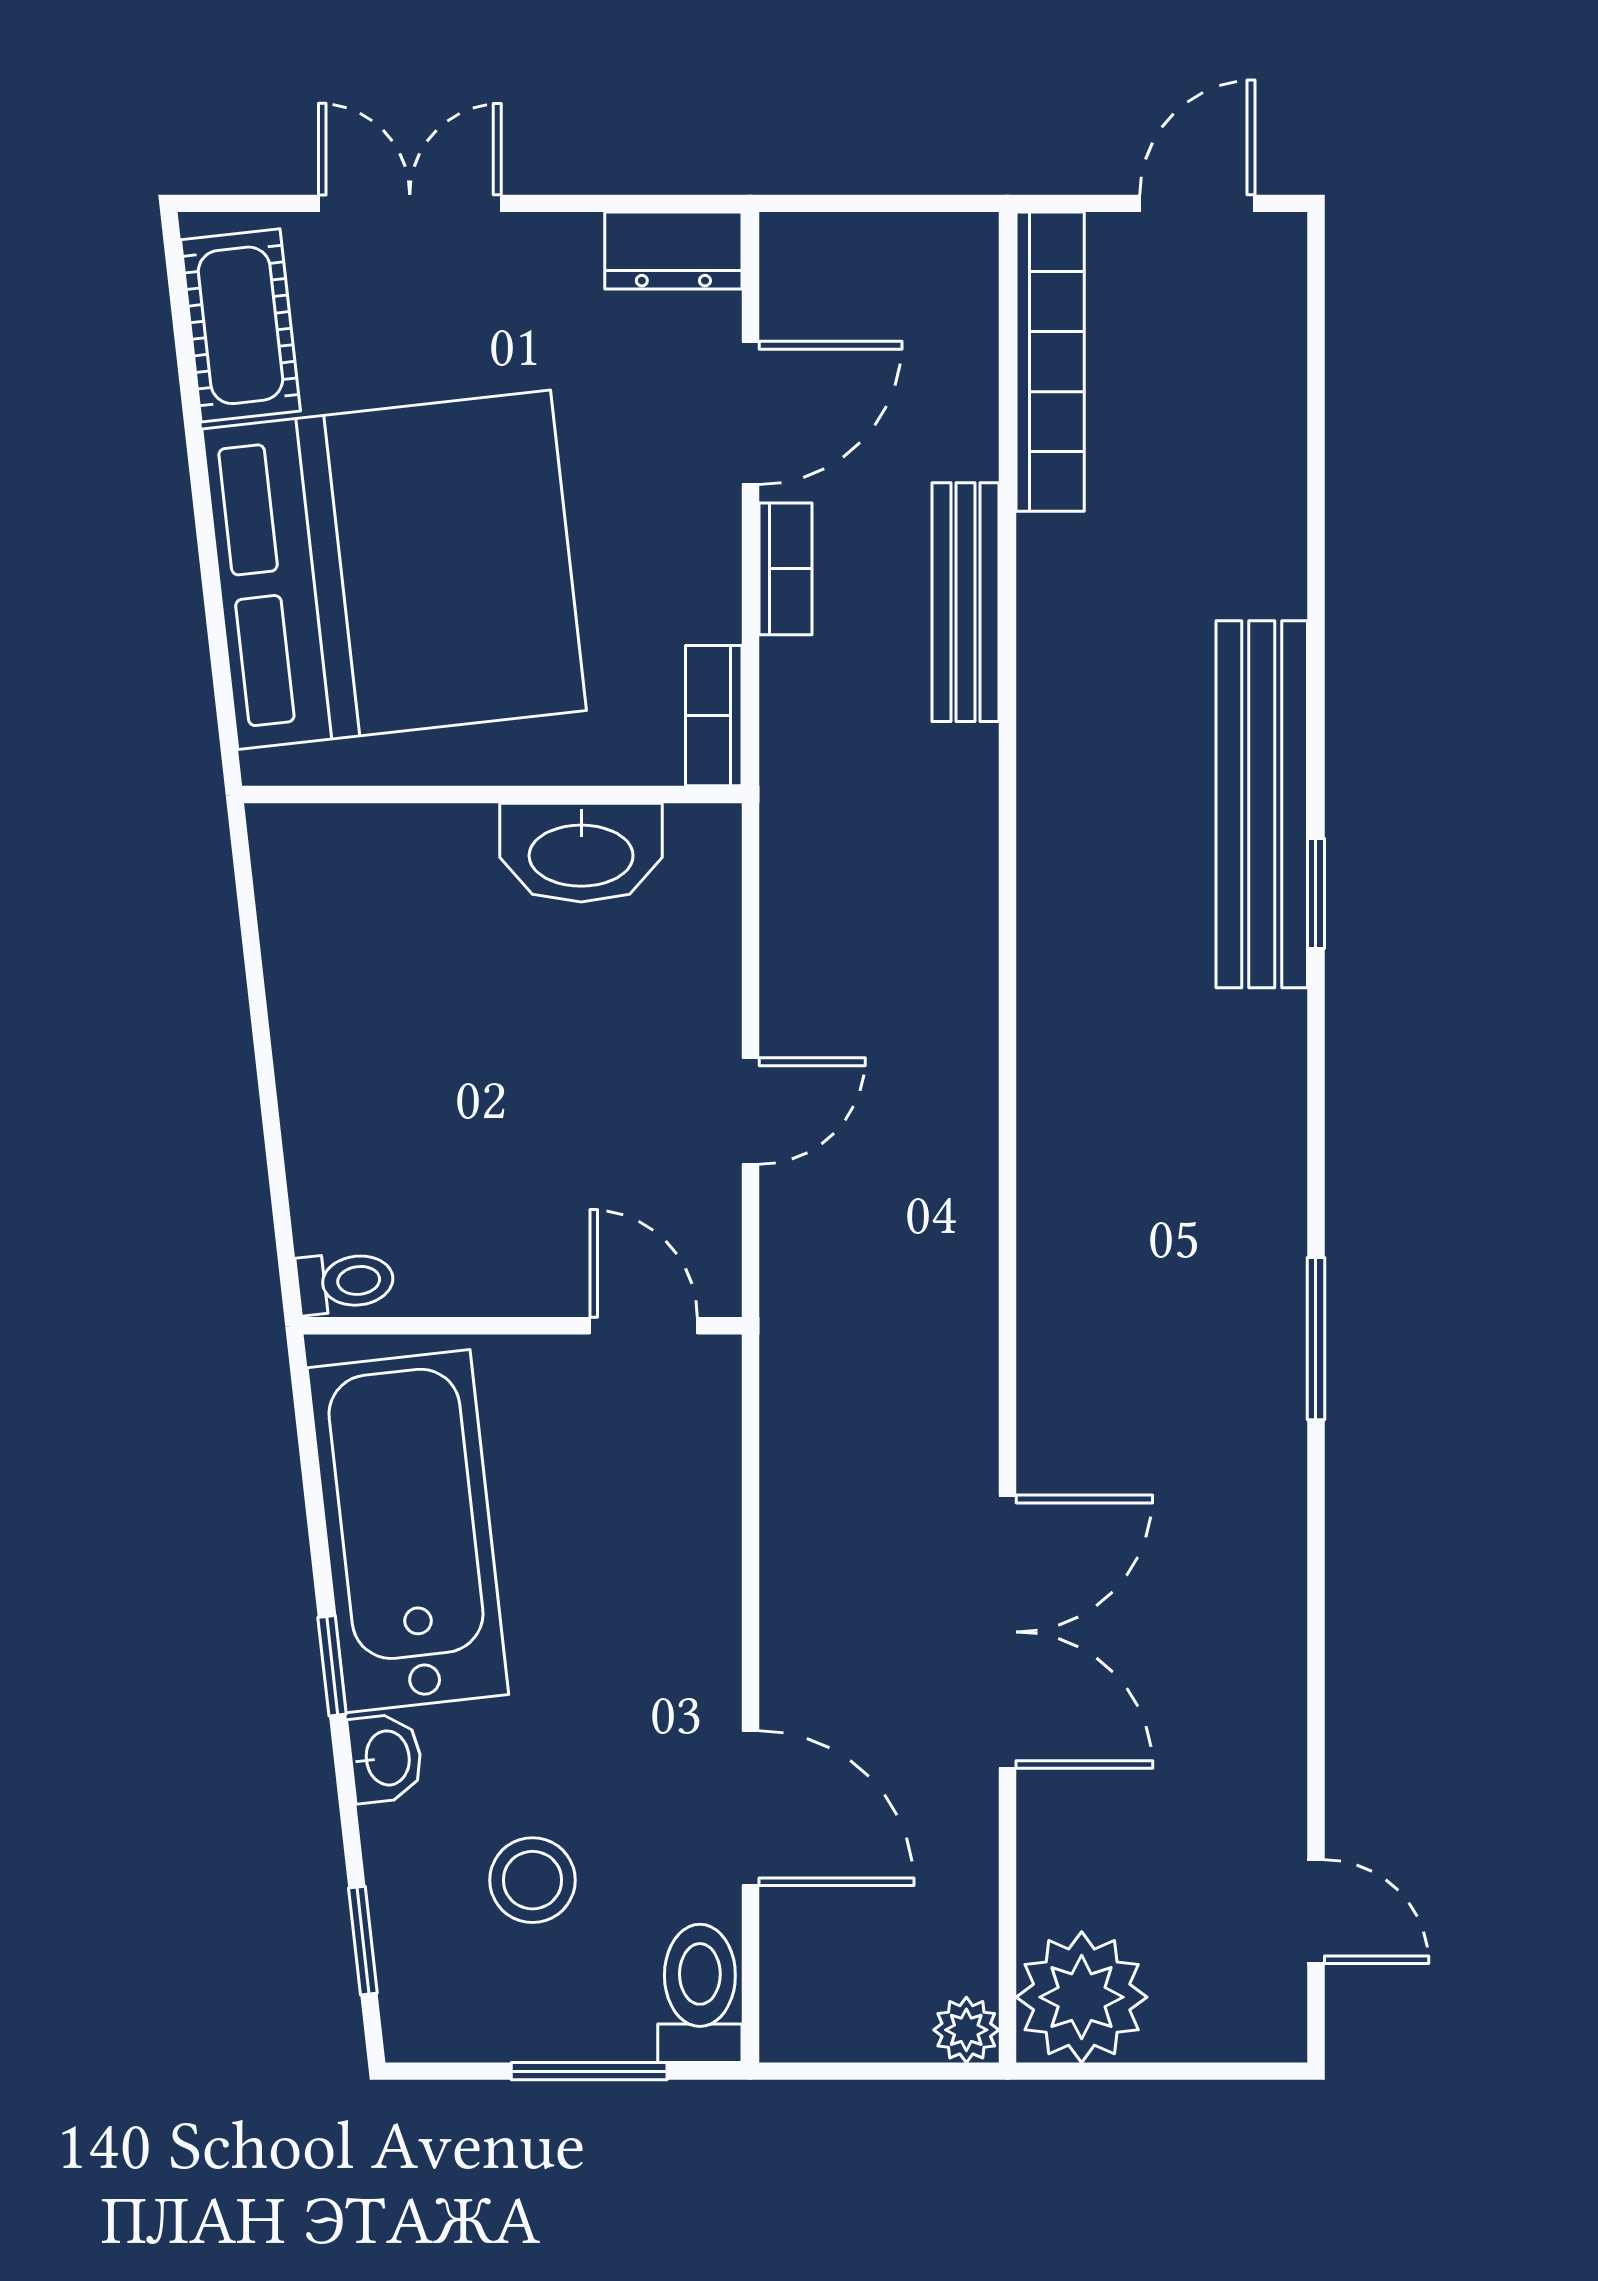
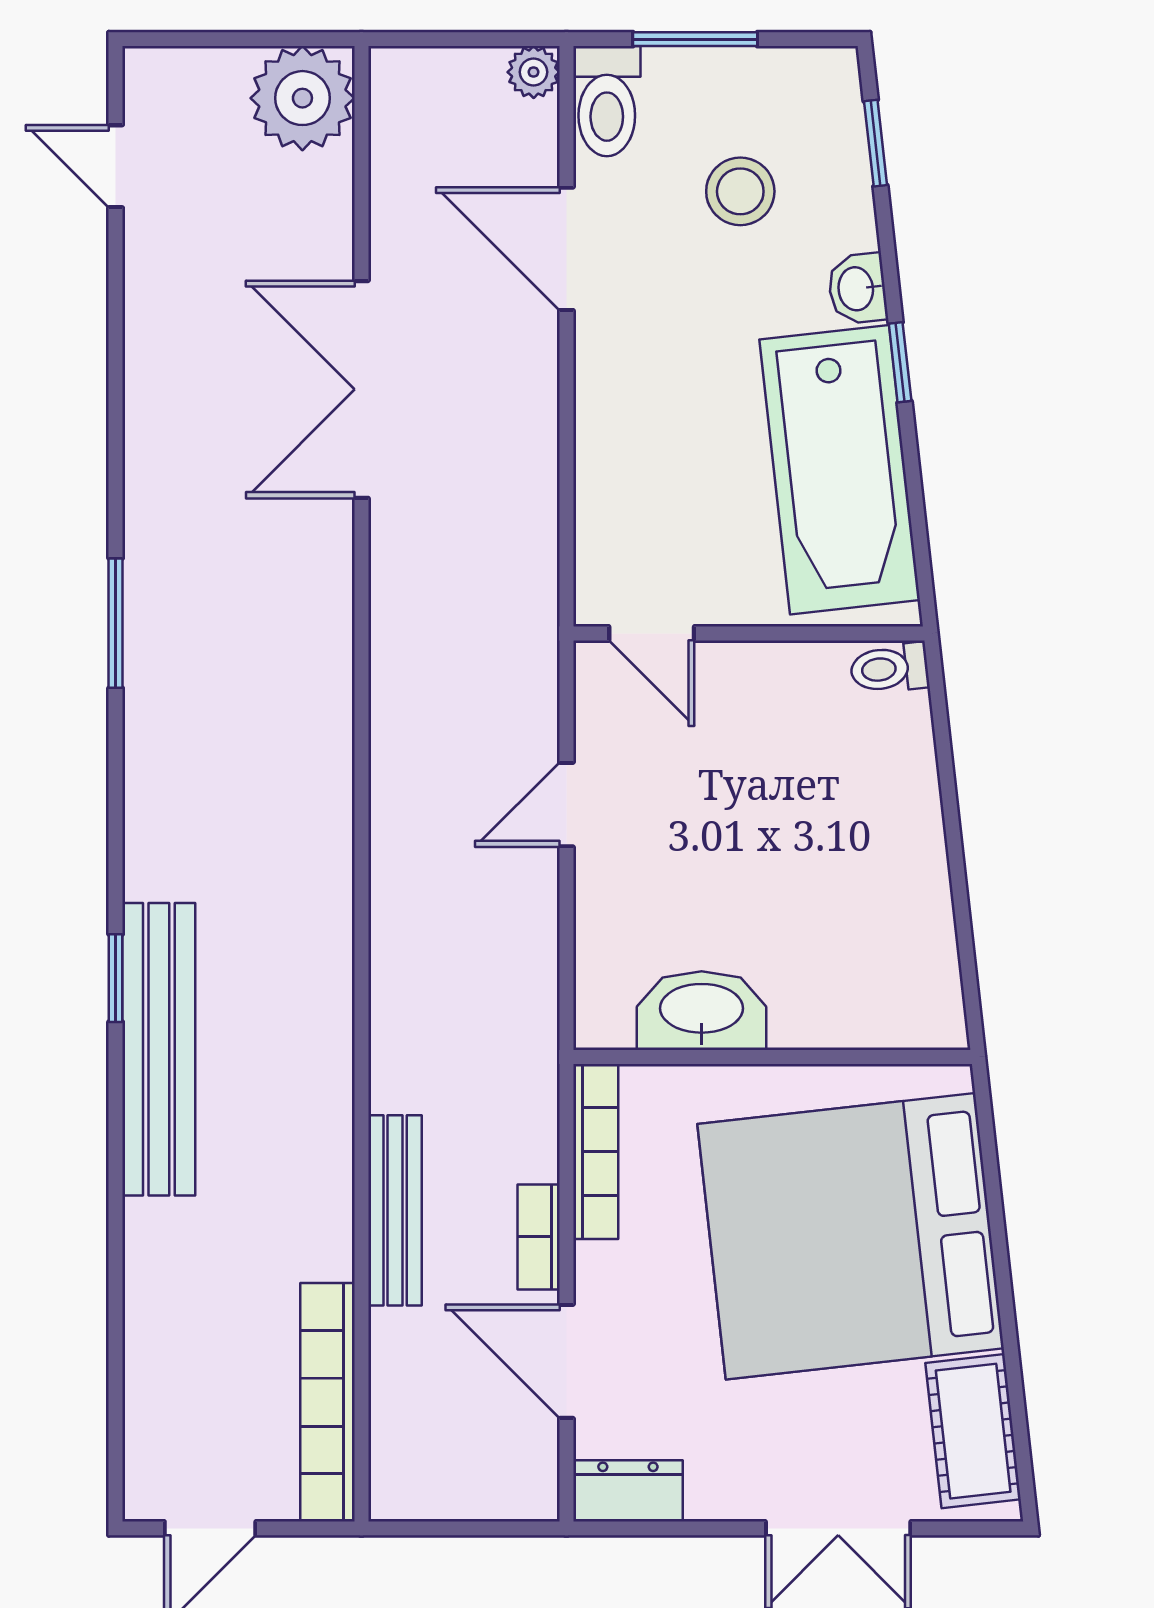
door: (751, 413) -> (566, 1361), hinge flipped
bookcase: (714, 716) -> (596, 1151), width x1.56
plant: (966, 2030) -> (534, 72), moved

